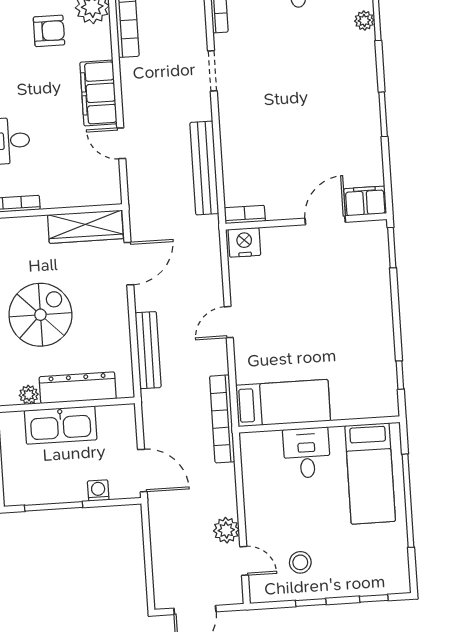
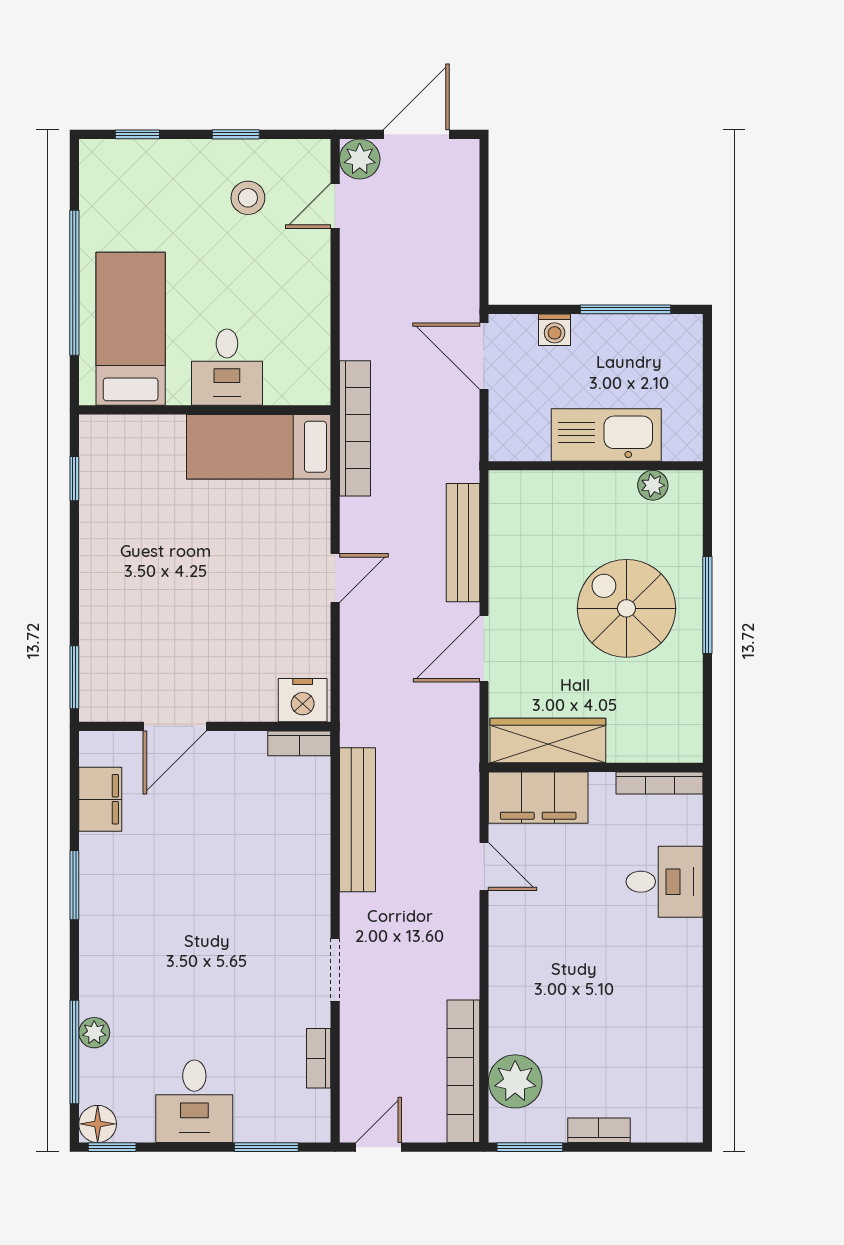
armchair: (49, 31) -> (585, 1048), removed
filing cabinet: (98, 93) -> (538, 798), moved, turned 90
filing cabinet: (365, 201) -> (100, 799), moved, turned -90
door: (129, 264) -> (484, 649), moved
spiral stairs: (40, 315) -> (626, 608), turned 90
dresser: (78, 388) -> (576, 491), removed
plant: (226, 530) -> (360, 159), moved
door: (244, 561) -> (335, 206), hinge flipped

